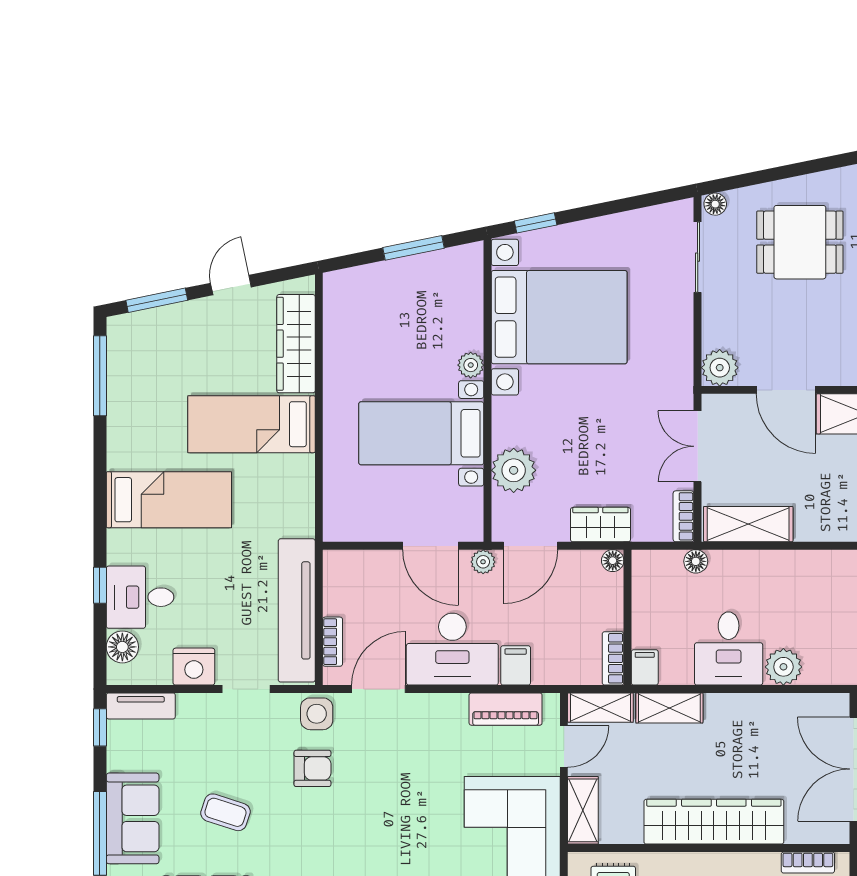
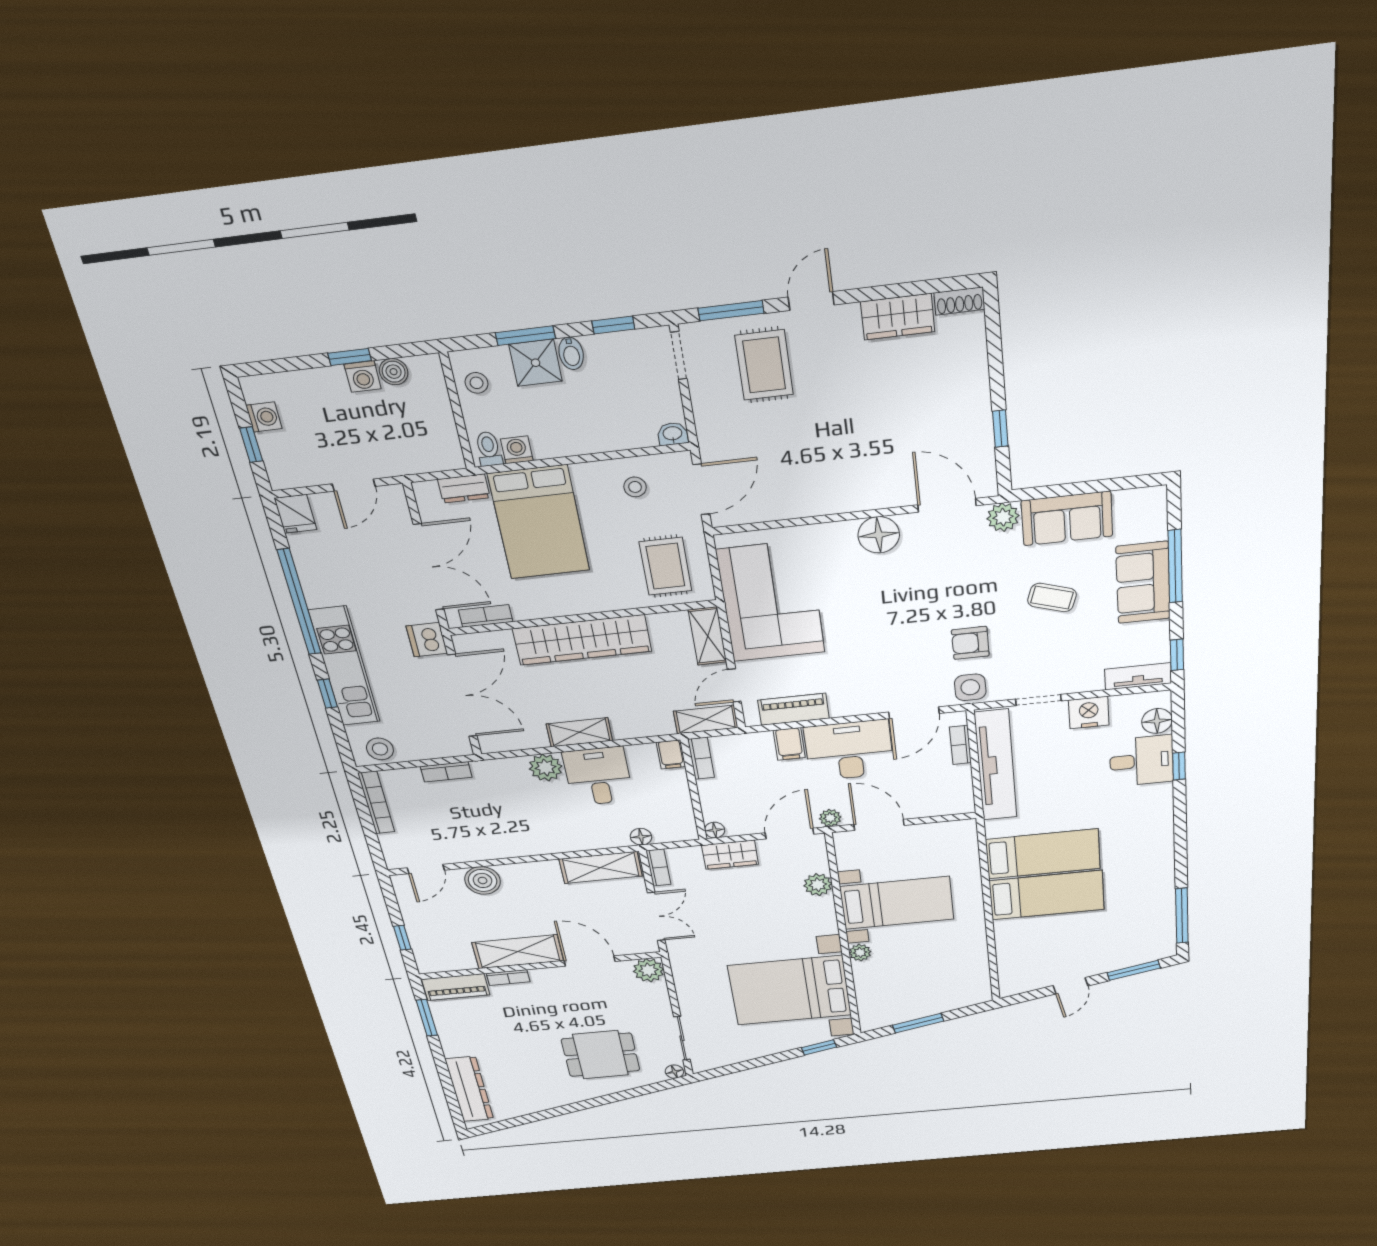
wardrobe: (296, 344) -> (1012, 953), removed
plant: (514, 470) -> (818, 885), width x0.73, depth x0.73
bed: (169, 500) -> (1043, 854), moved, turned 180
shelving: (669, 708) -> (579, 732), moved

